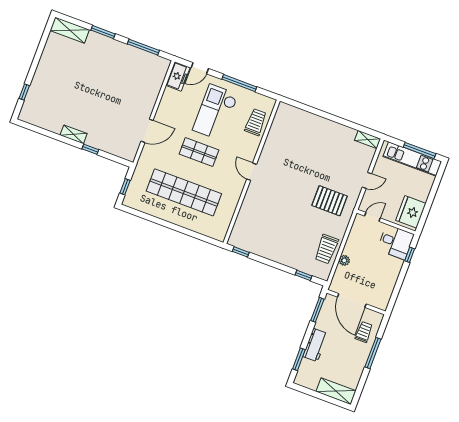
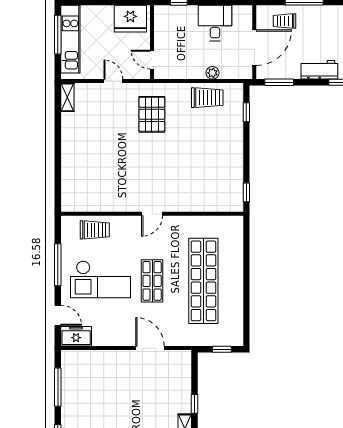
trolley: (256, 122) -> (95, 230), turned 180
desk: (396, 242) -> (215, 23), moved

